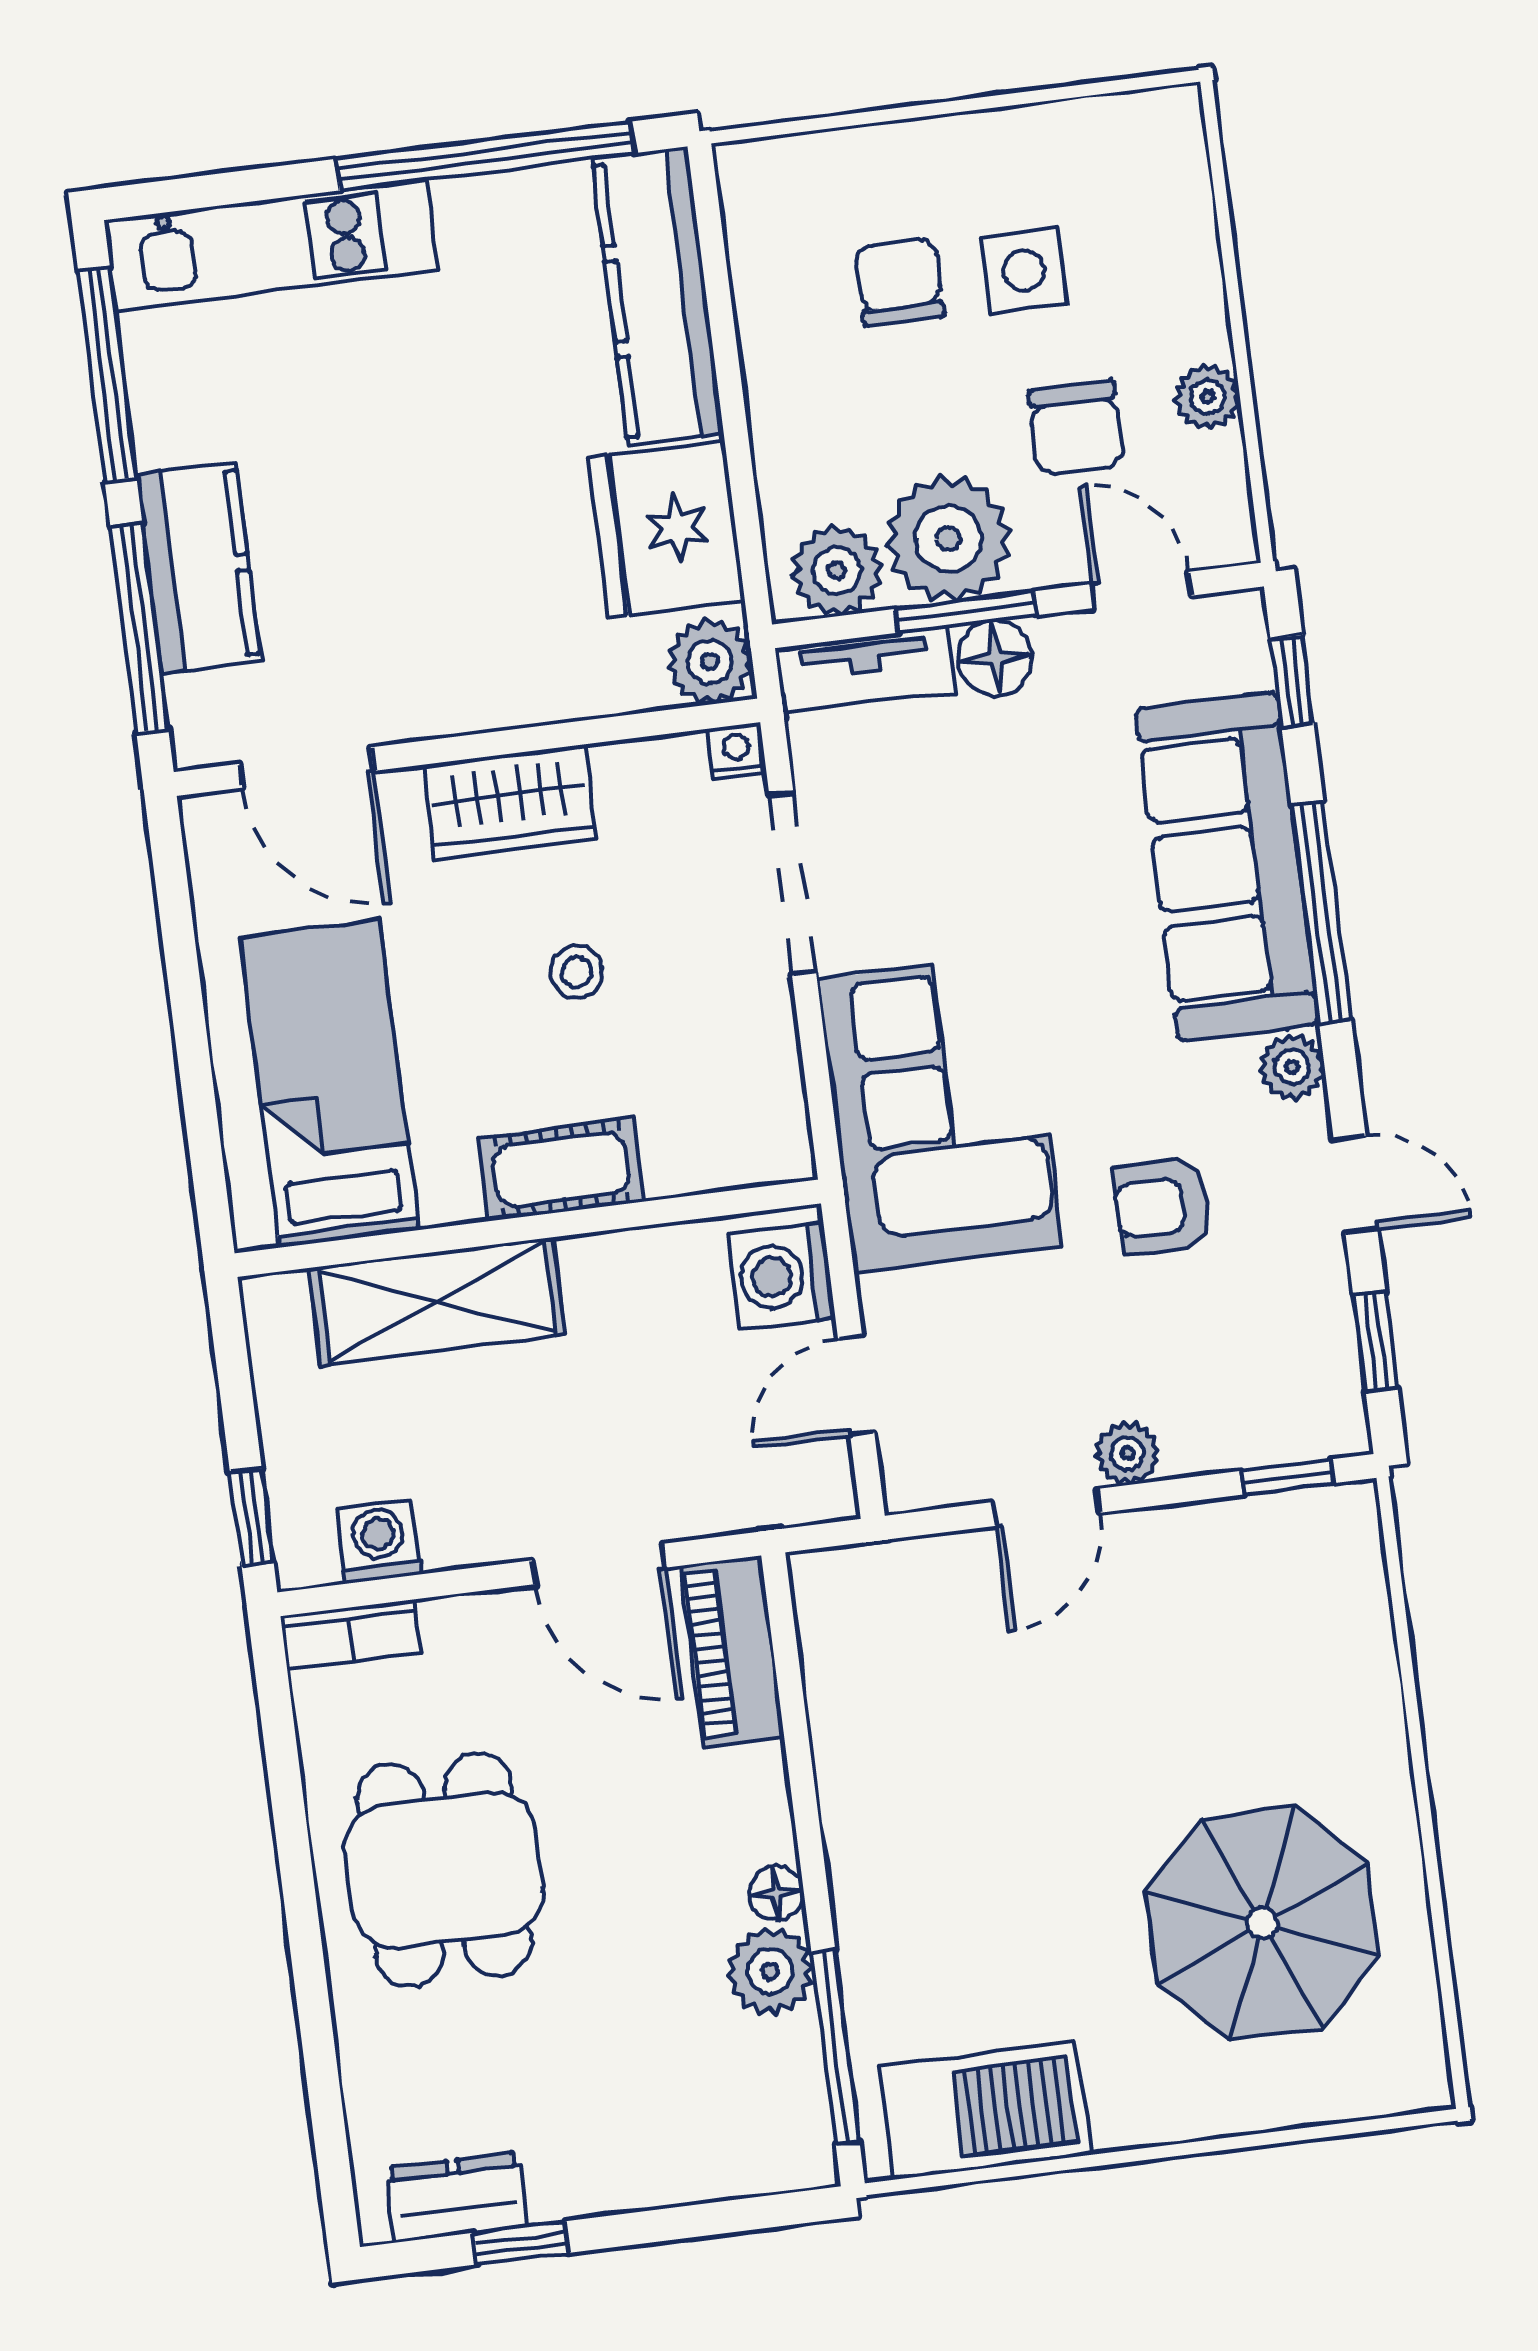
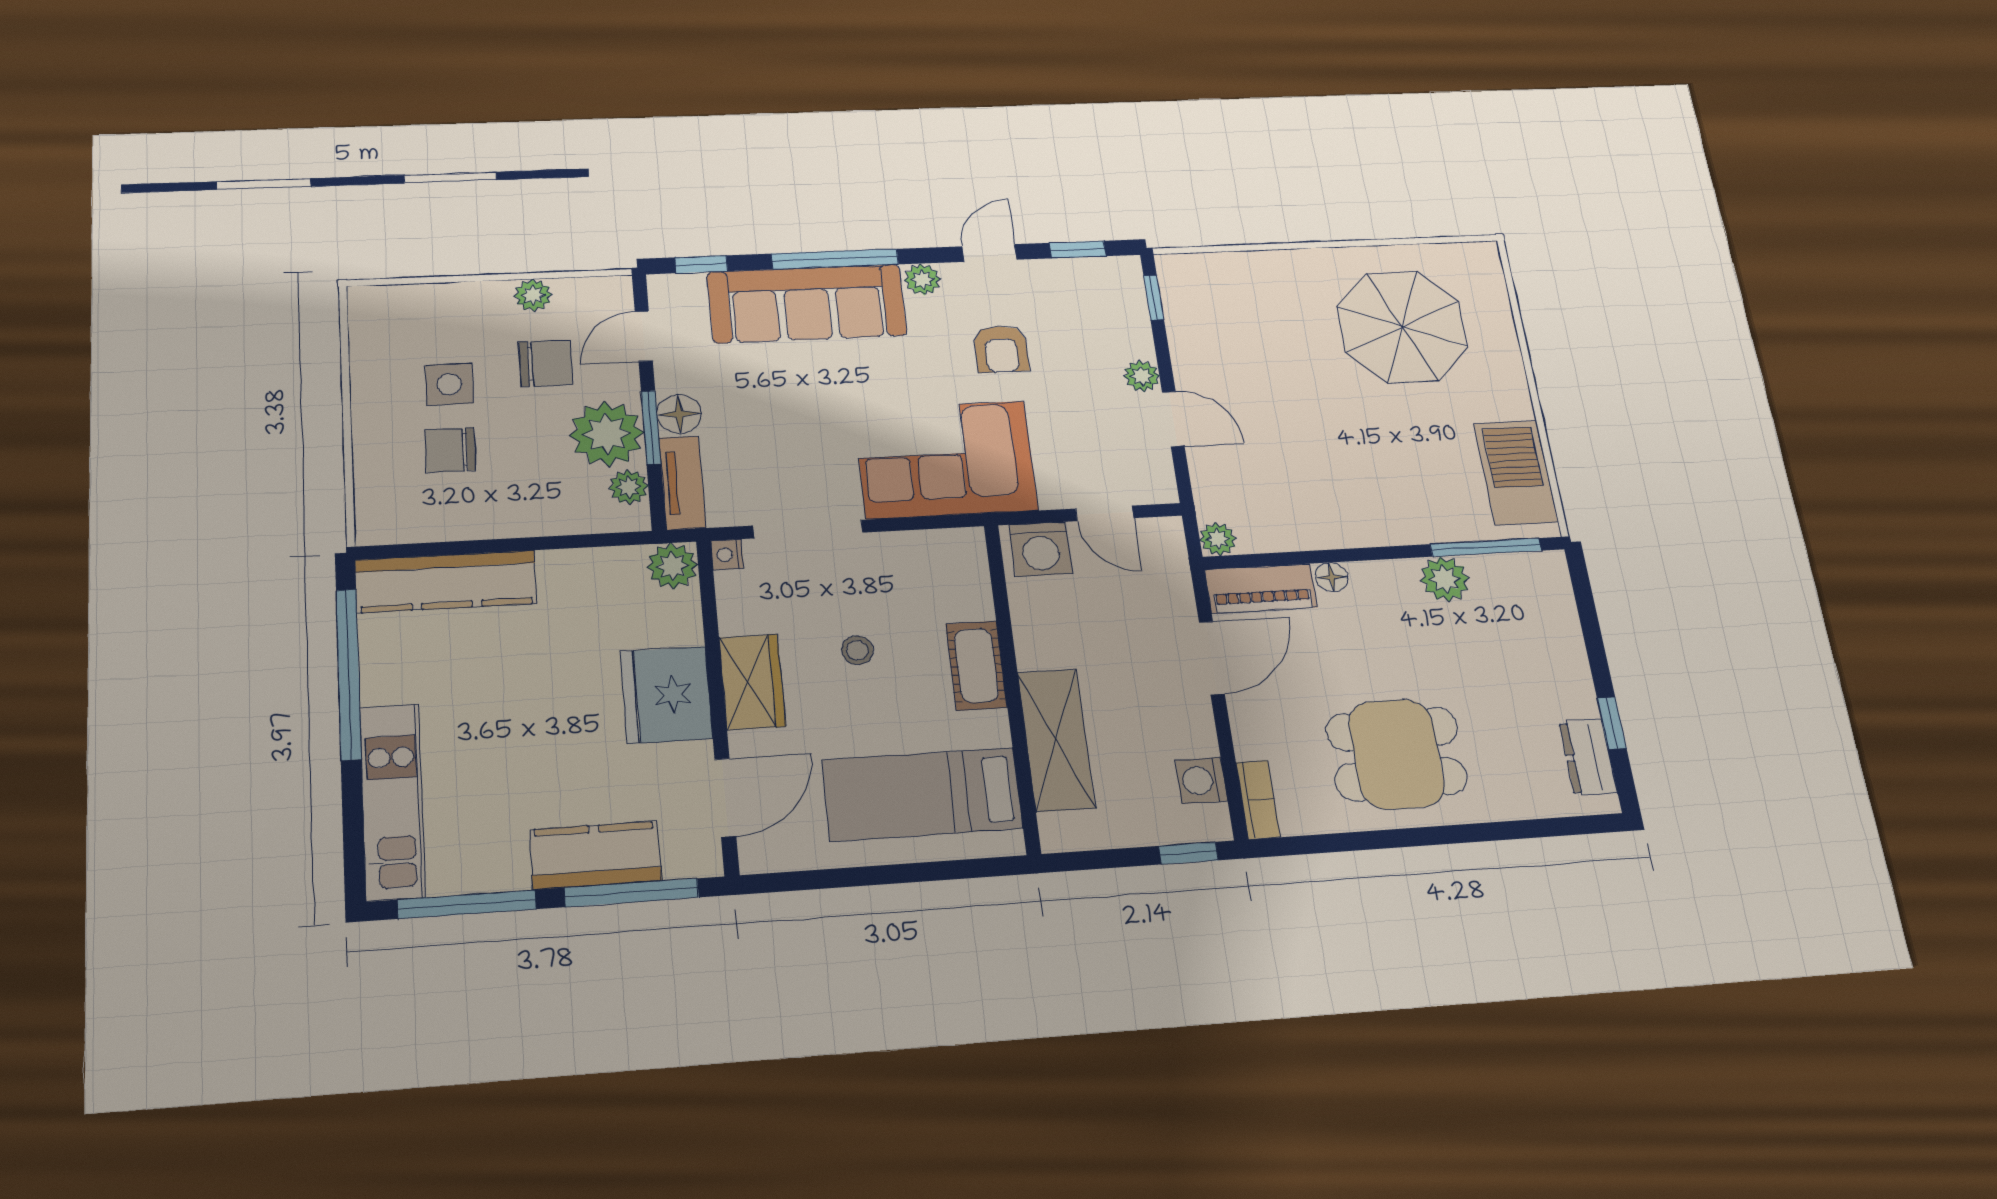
fridge: (666, 529) -> (666, 695), moved, turned 90
plant: (837, 571) -> (629, 487), width x0.73, depth x0.73
plant: (820, 1580) -> (1218, 539), added
floor lamp: (776, 1893) -> (1332, 577), moved

